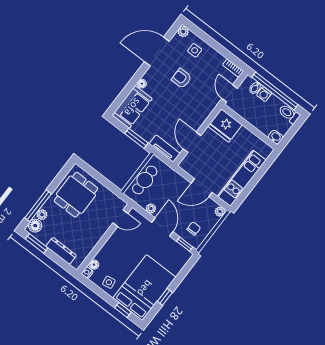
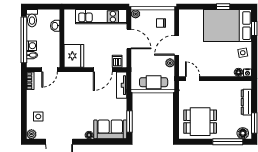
armchair: (182, 78) -> (64, 111), removed
washbasin: (276, 137) -> (55, 26), moved
window: (136, 138) -> (129, 121), moved
dishwasher: (190, 161) -> (117, 61), added
plant: (42, 215) -> (232, 134), removed
window: (185, 244) -> (177, 21), removed

